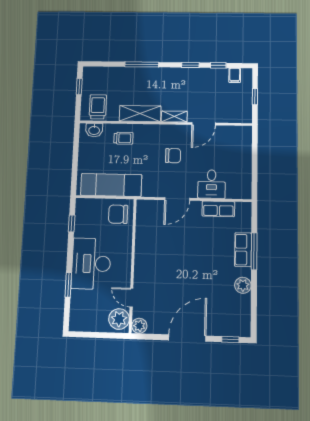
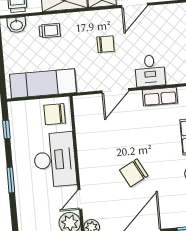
desk: (91, 264) -> (55, 160), moved, turned 180
chair: (186, 278) -> (134, 173), added
window: (68, 285) -> (11, 180), moved
door: (131, 298) -> (80, 200), hinge flipped

